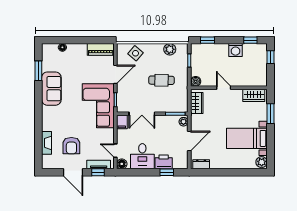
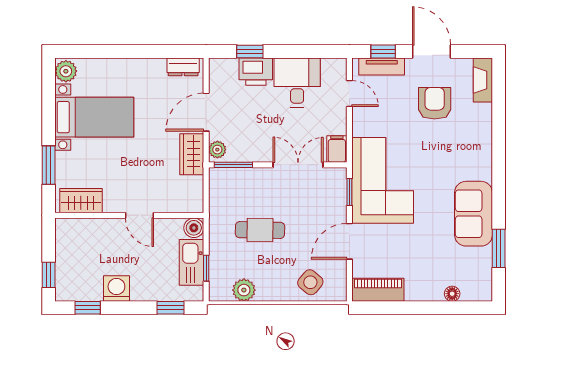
kitchen sink: (197, 64) -> (192, 262), added
wardrobe: (197, 103) -> (192, 154), moved
fireplace: (47, 143) -> (483, 80), moved
floor lamp: (122, 164) -> (337, 68), removed

